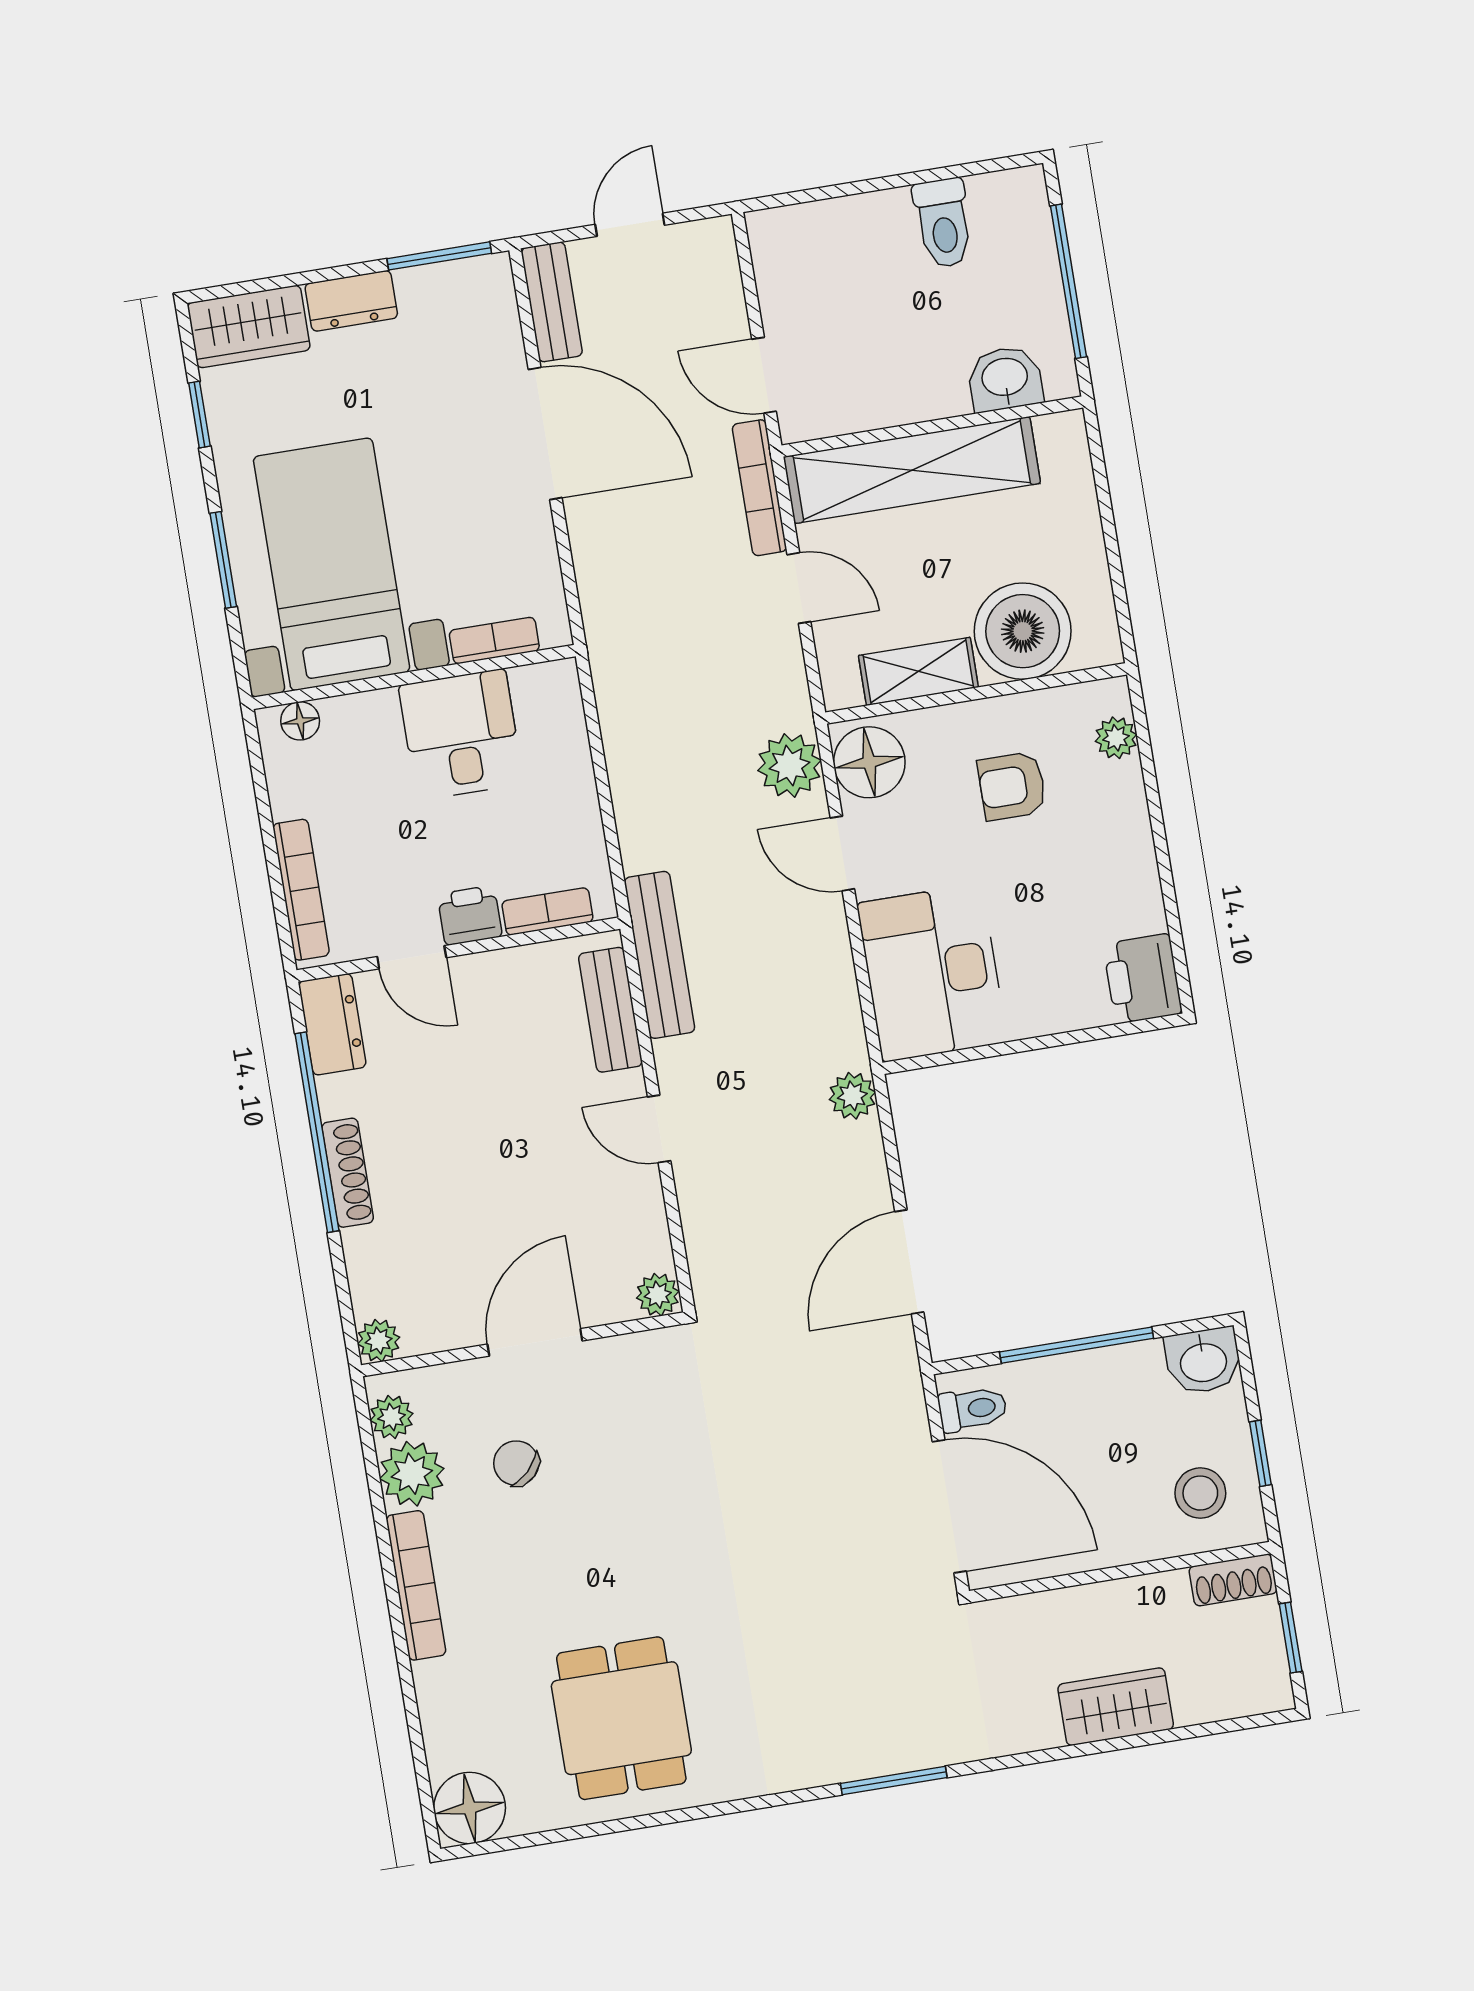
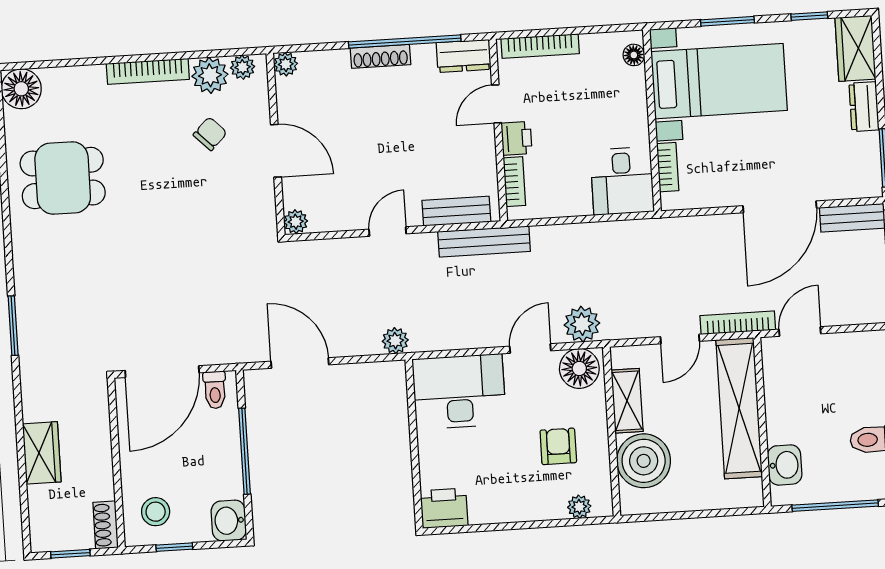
desk: (461, 734) -> (622, 181), moved, turned 90

